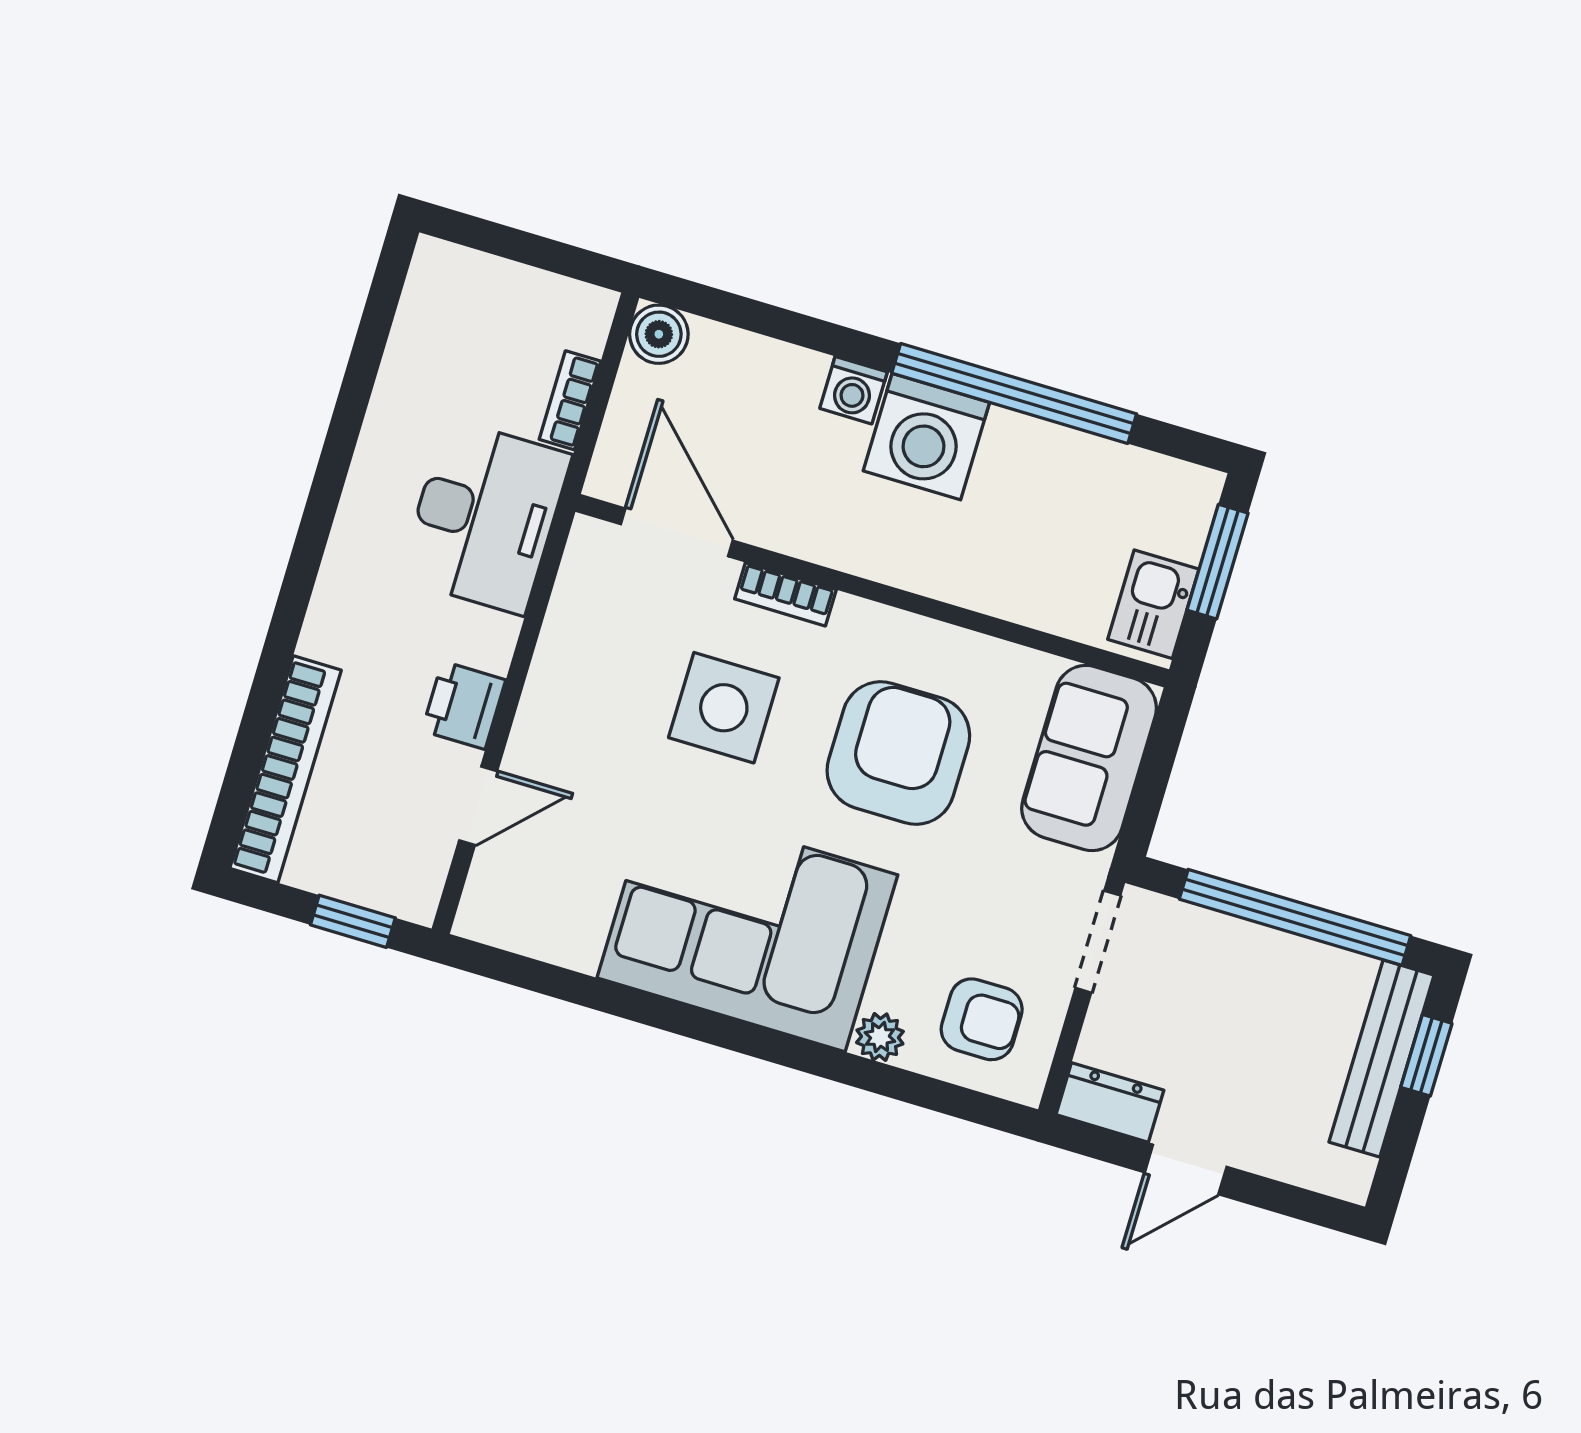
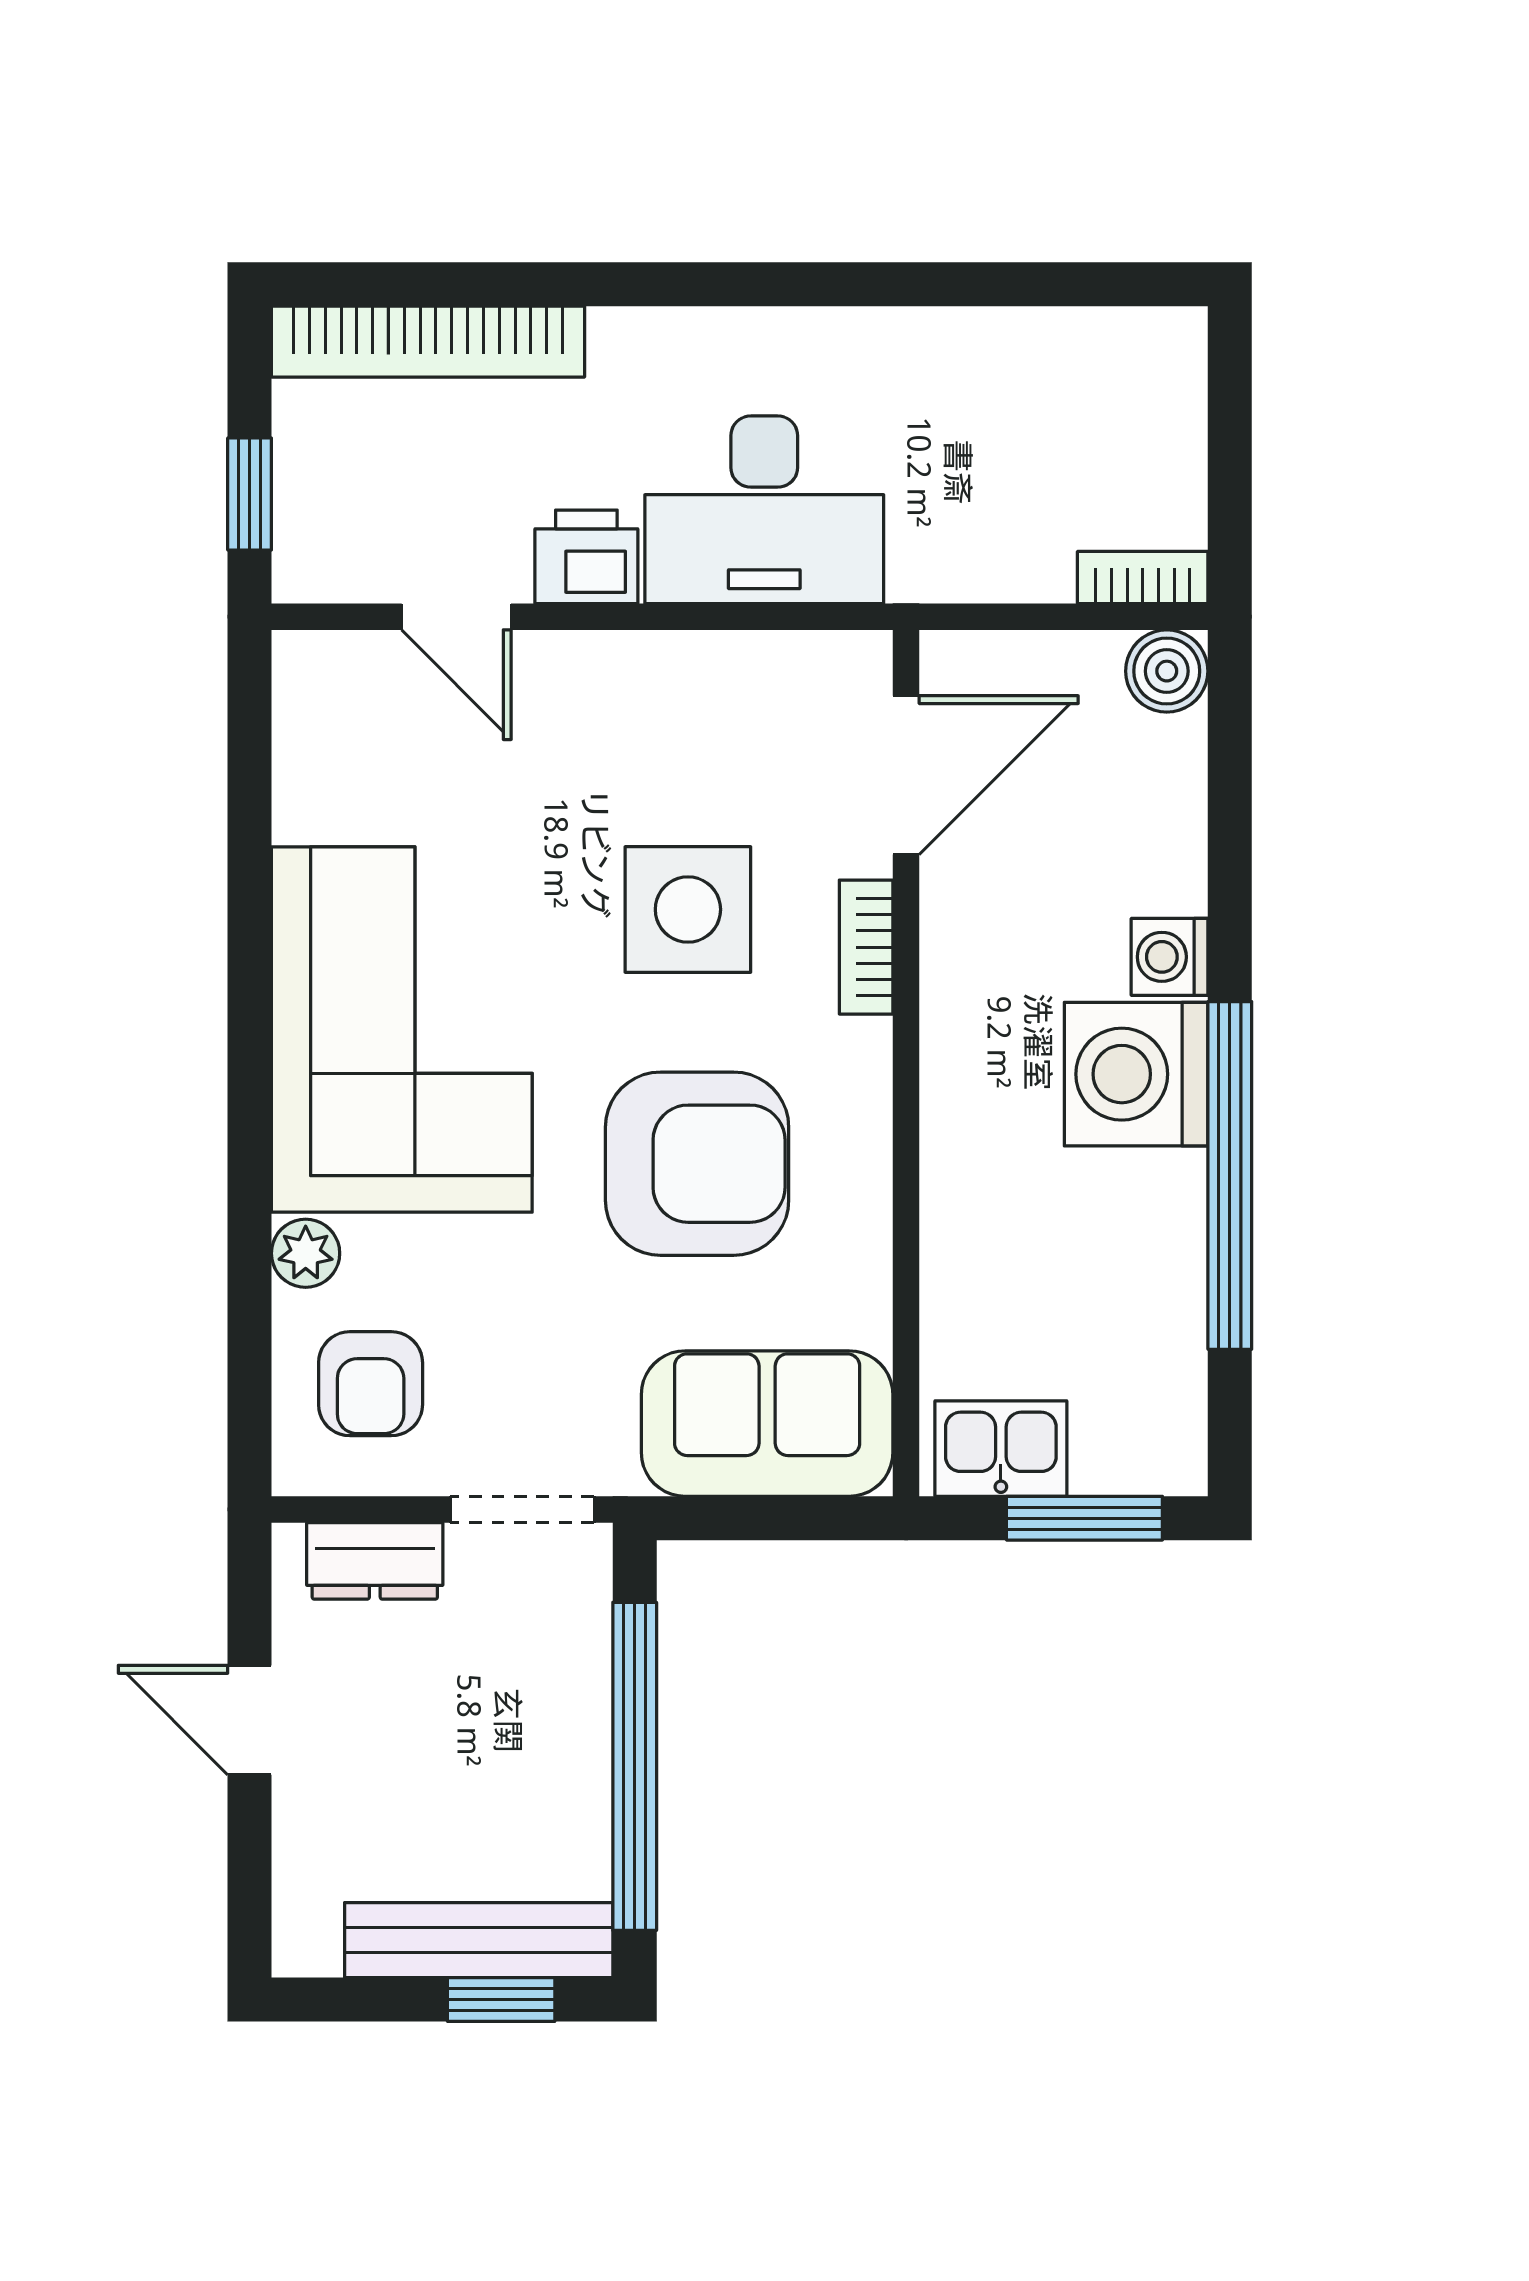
bookcase: (570, 400) -> (1143, 577), moved
desk: (485, 517) -> (764, 510), moved
dresser: (1110, 1102) -> (375, 1561), moved, turned 90

